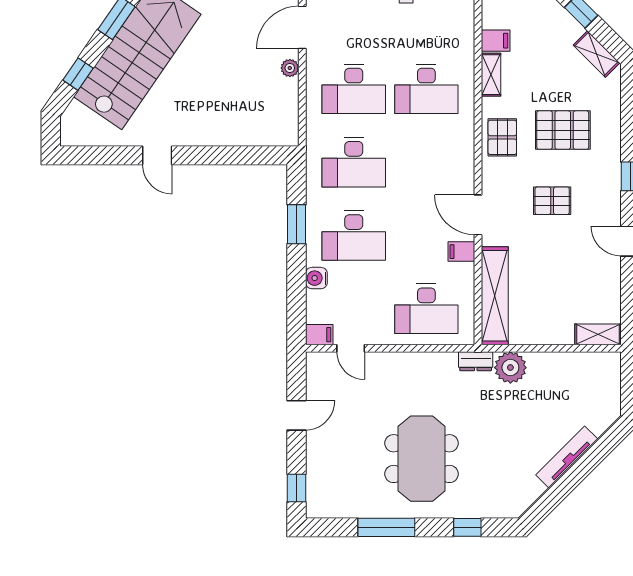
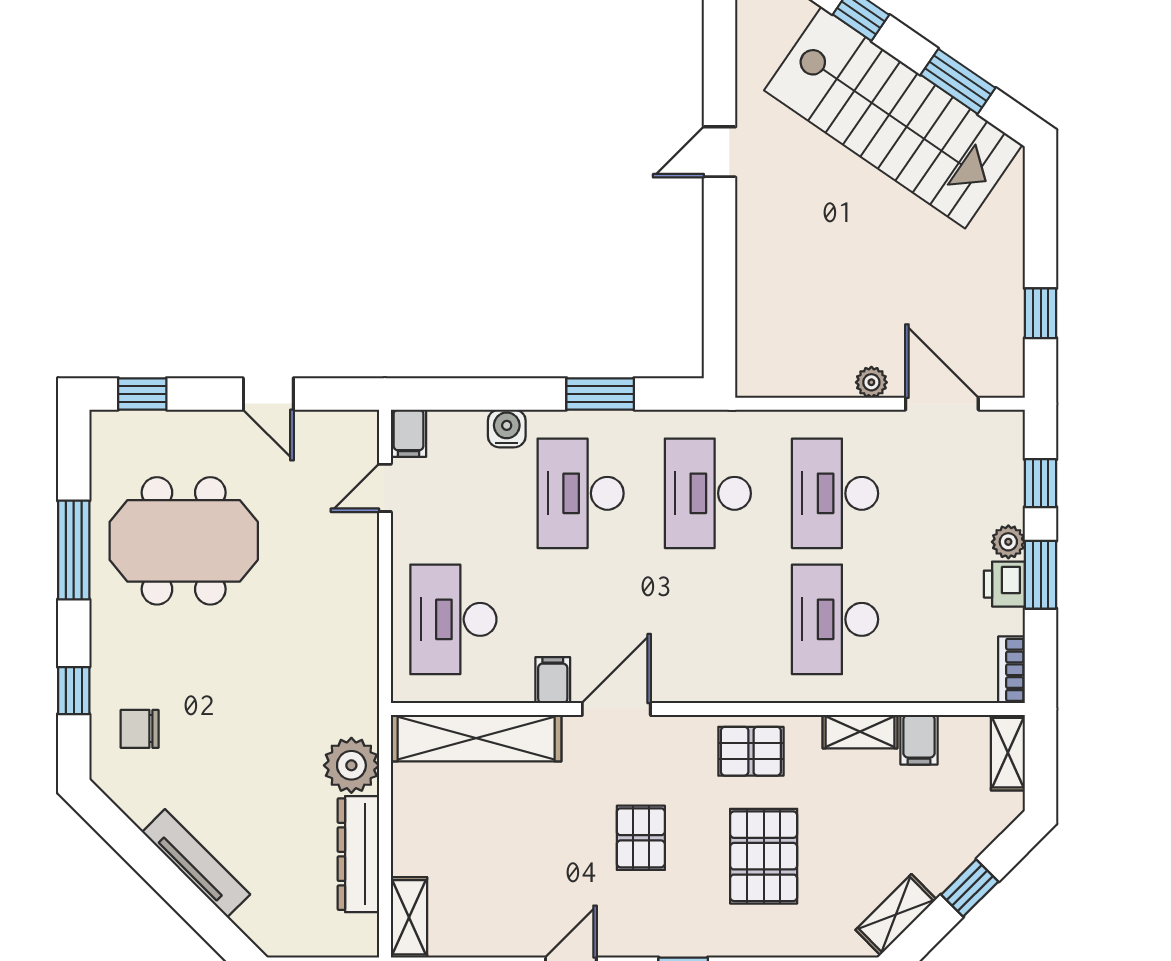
dresser: (476, 361) -> (358, 854), moved, width x1.96, depth x1.24
meeting table: (422, 459) -> (184, 541), moved
chair: (489, 490) -> (140, 729), added

